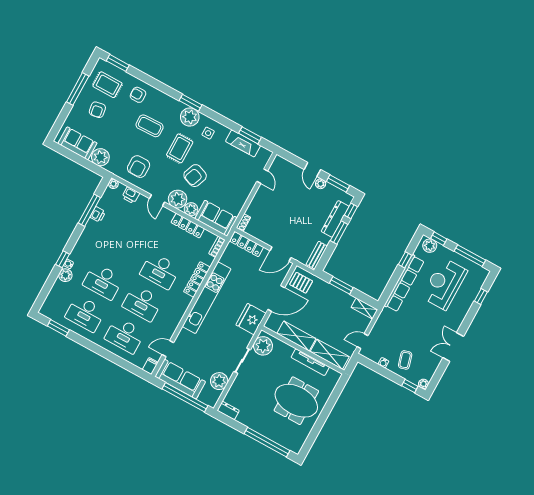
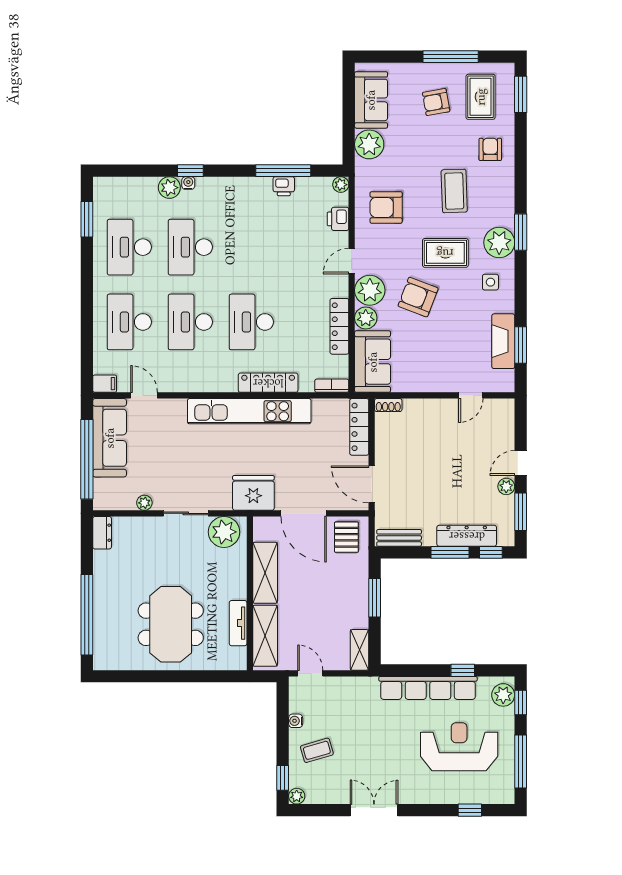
tv unit: (310, 362) -> (238, 623), width x0.71
plant: (219, 381) -> (144, 503), width x0.53, depth x0.53

